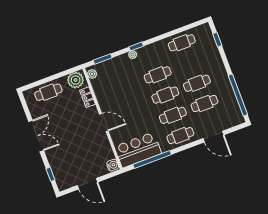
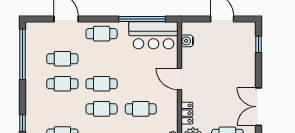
cafe table: (173, 115) -> (141, 109), moved
double door: (36, 136) -> (259, 107), moved
water cooler: (113, 165) -> (187, 41), moved

